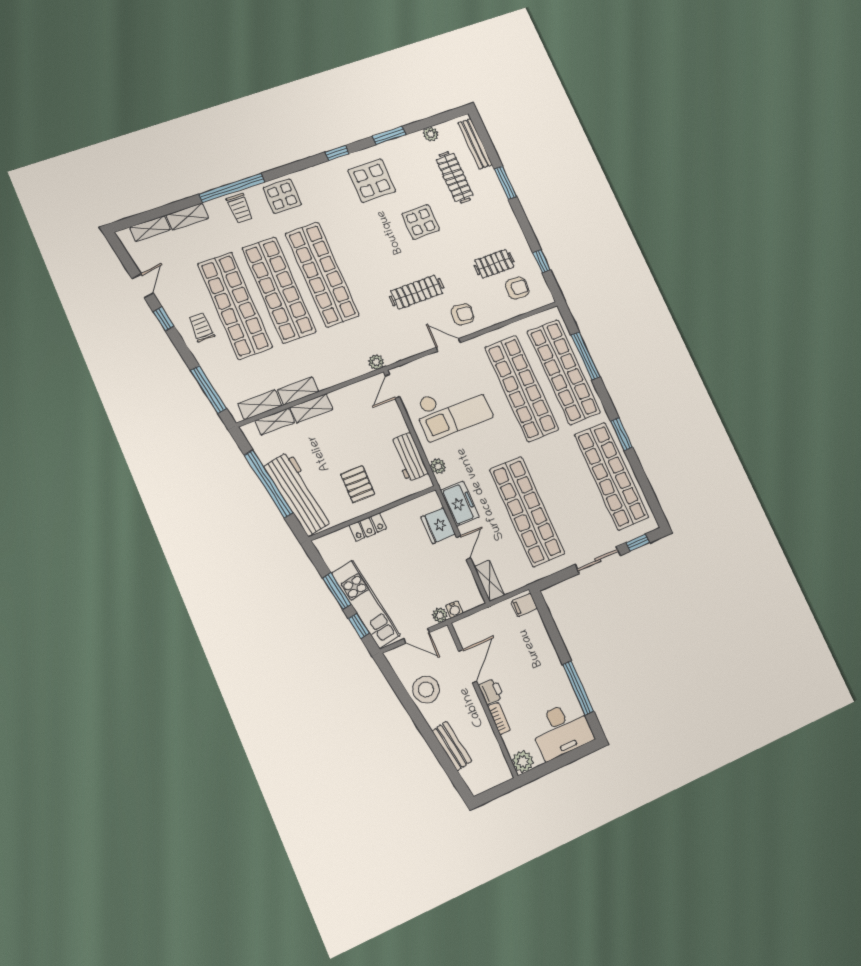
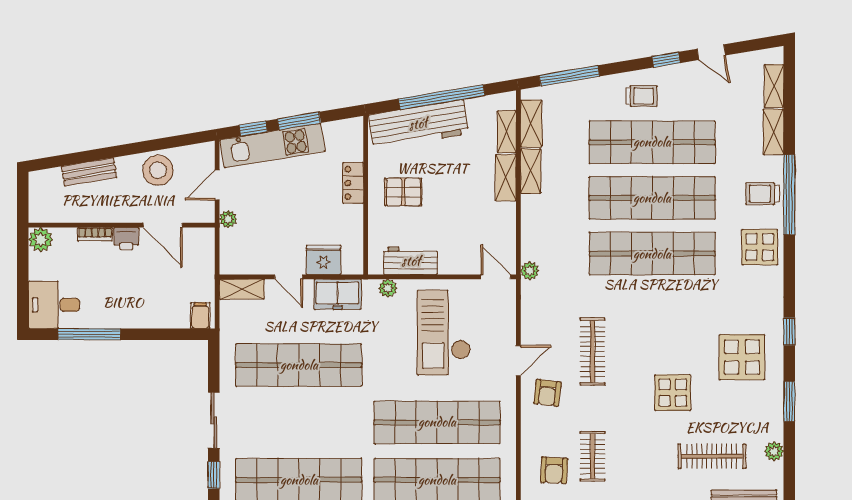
water cooler: (454, 609) -> (228, 237), removed
desk: (562, 730) -> (54, 305), width x0.73

